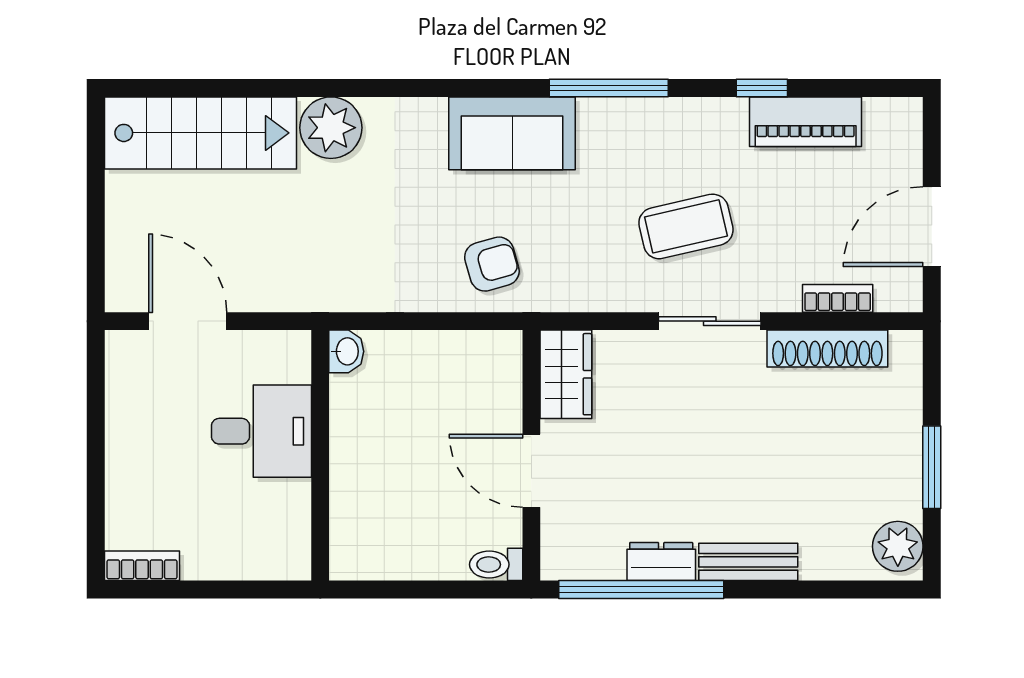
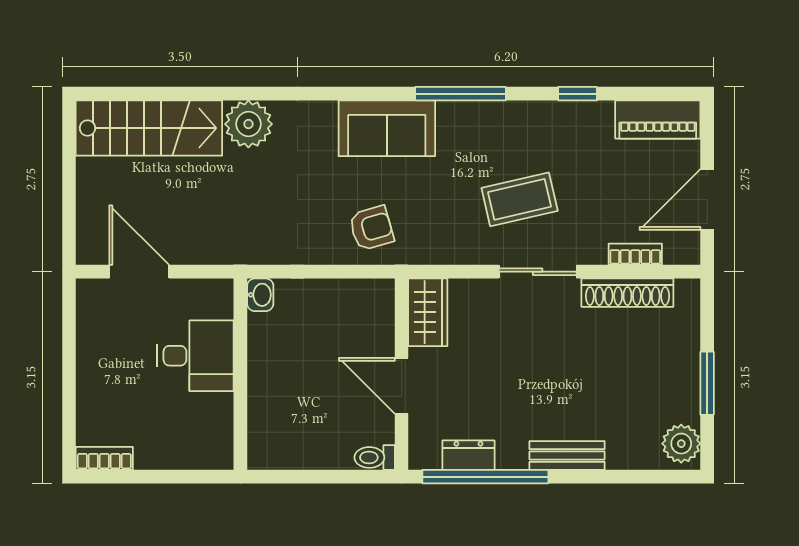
piano: (806, 122) -> (658, 119), moved
dresser: (661, 562) -> (468, 455), moved

